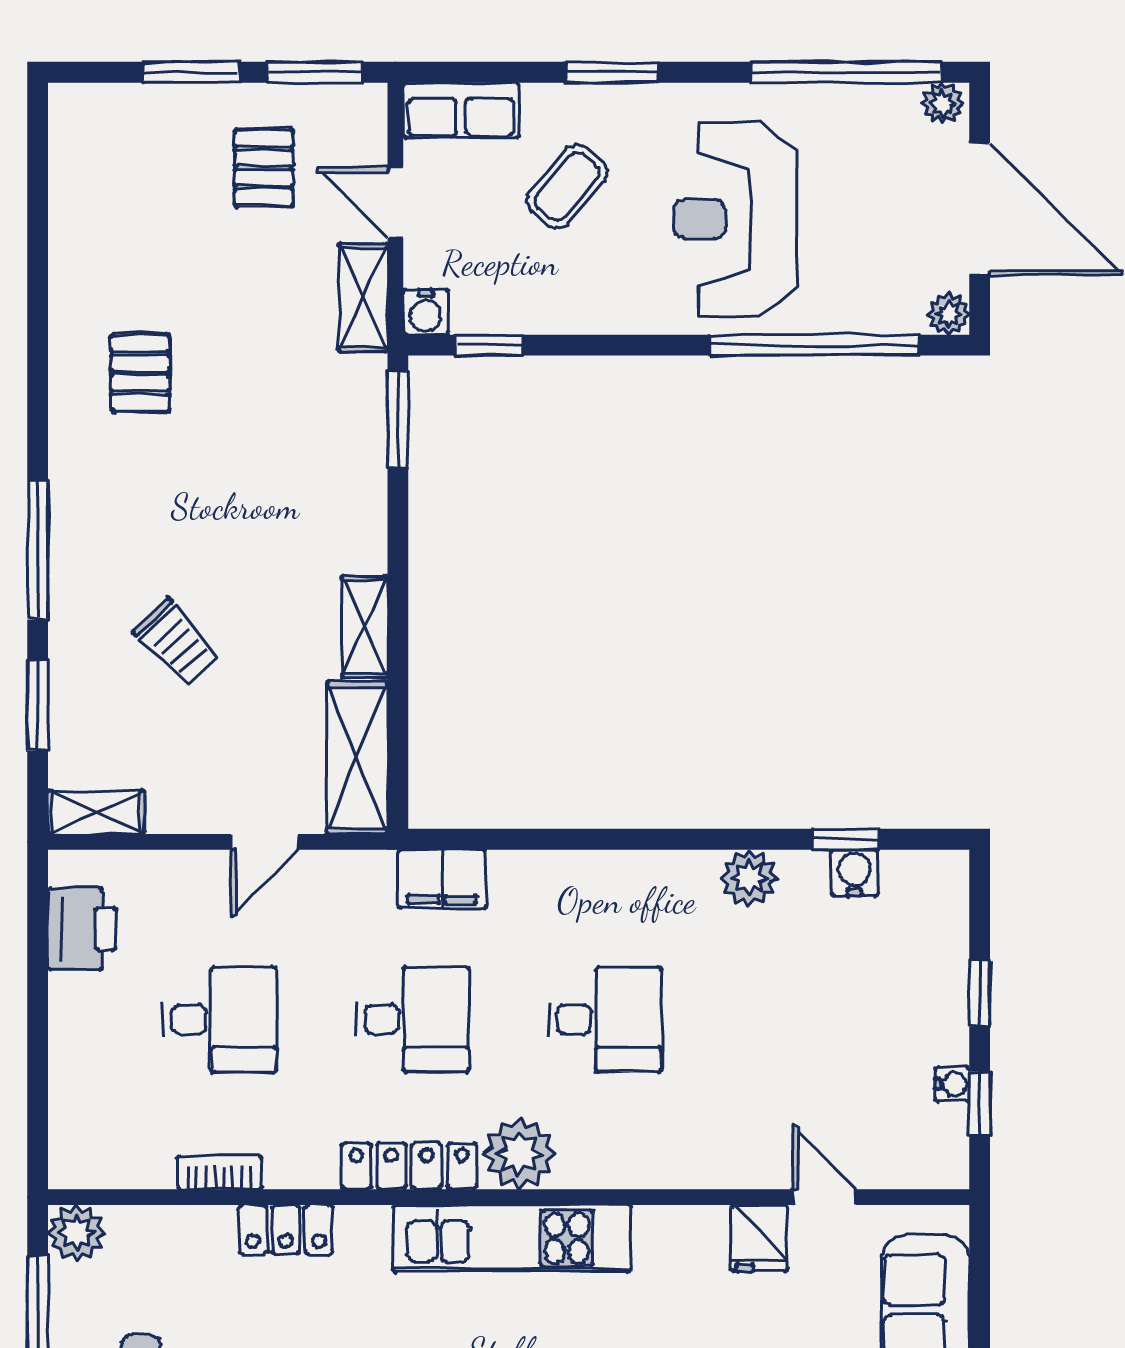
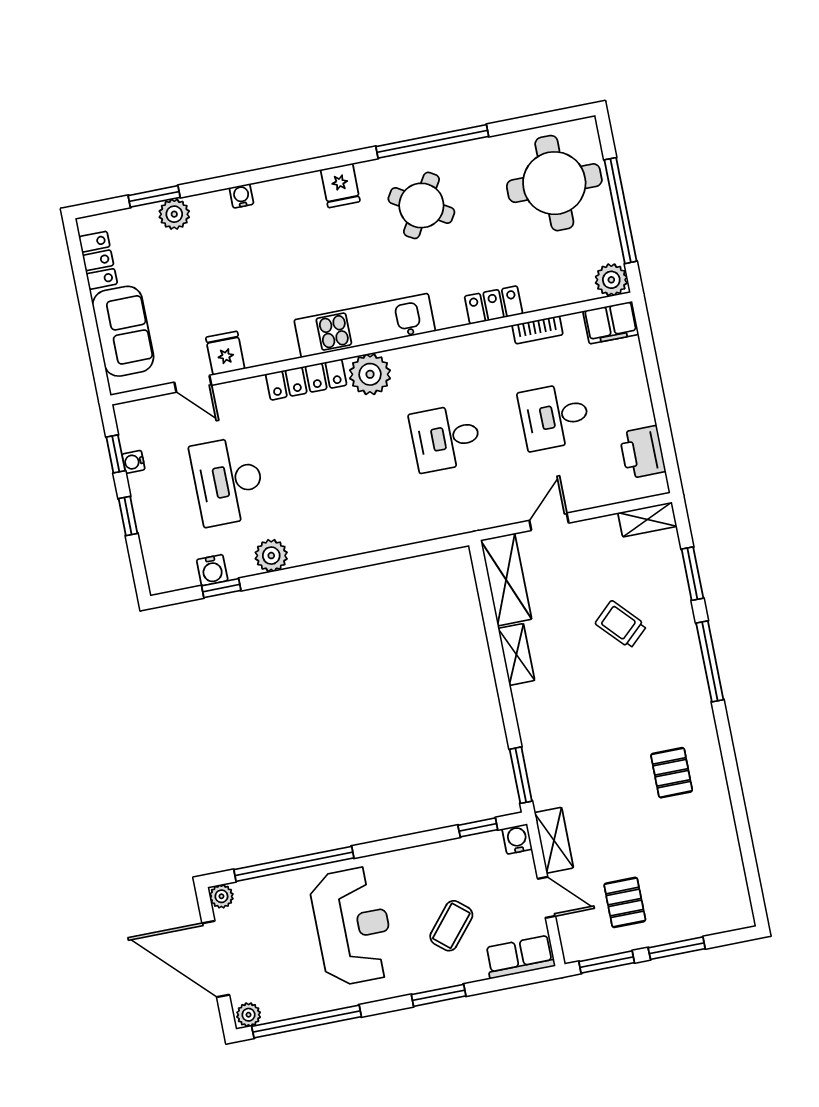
filing cabinet: (442, 879) -> (611, 323), moved, turned 180
desk: (605, 1019) -> (228, 481), moved, width x1.37
locker: (409, 1166) -> (306, 380), moved

